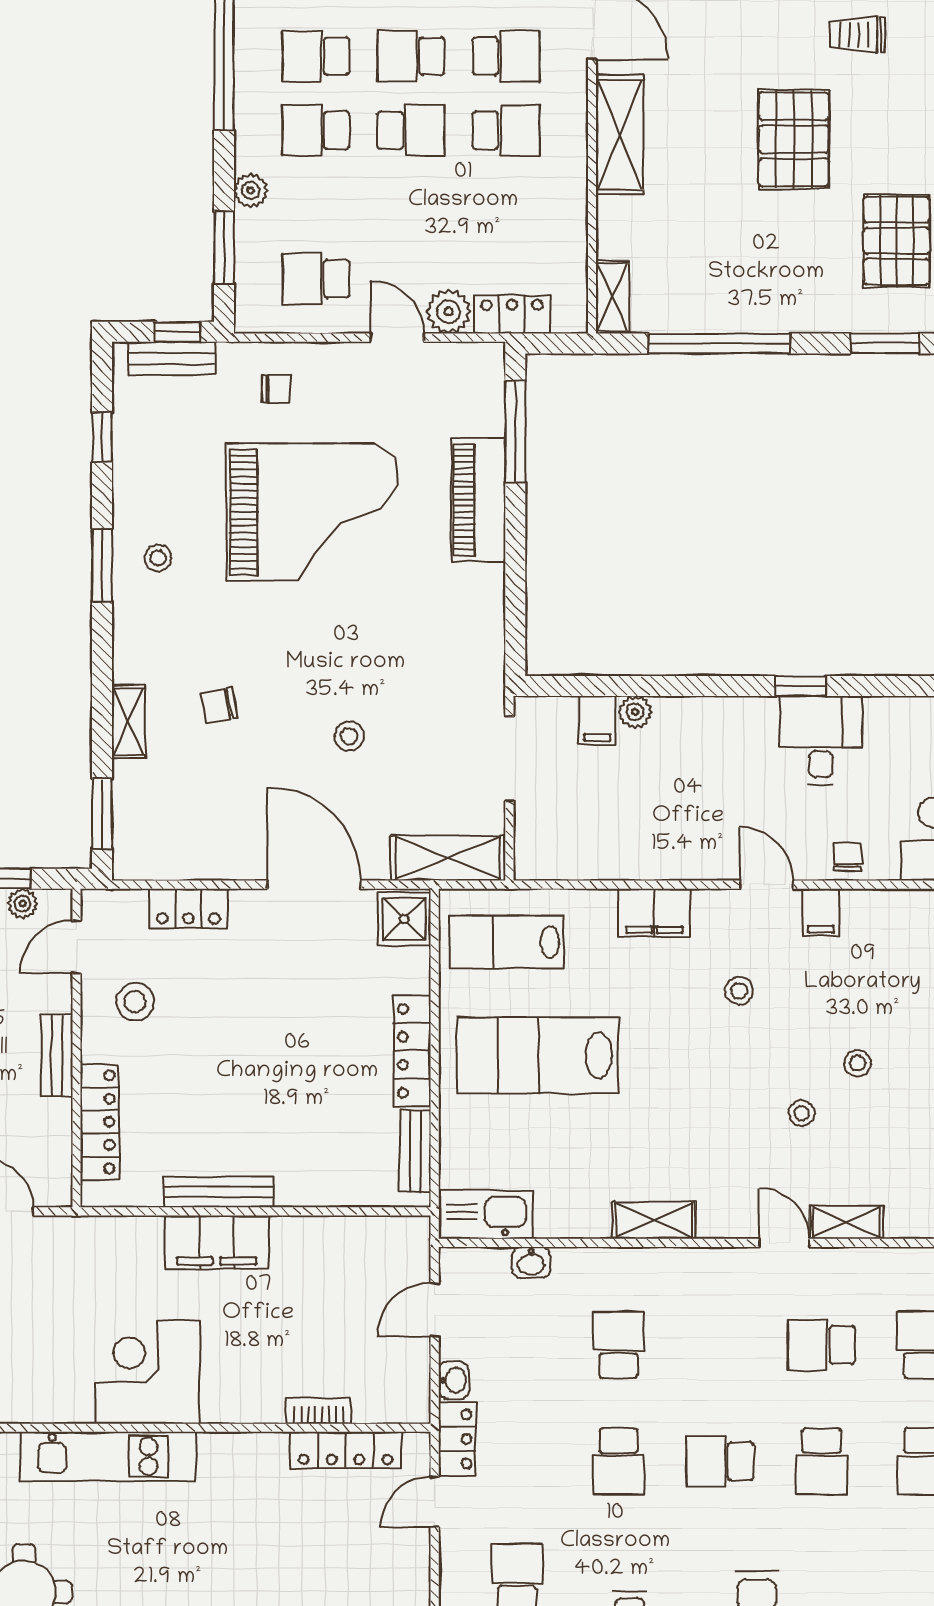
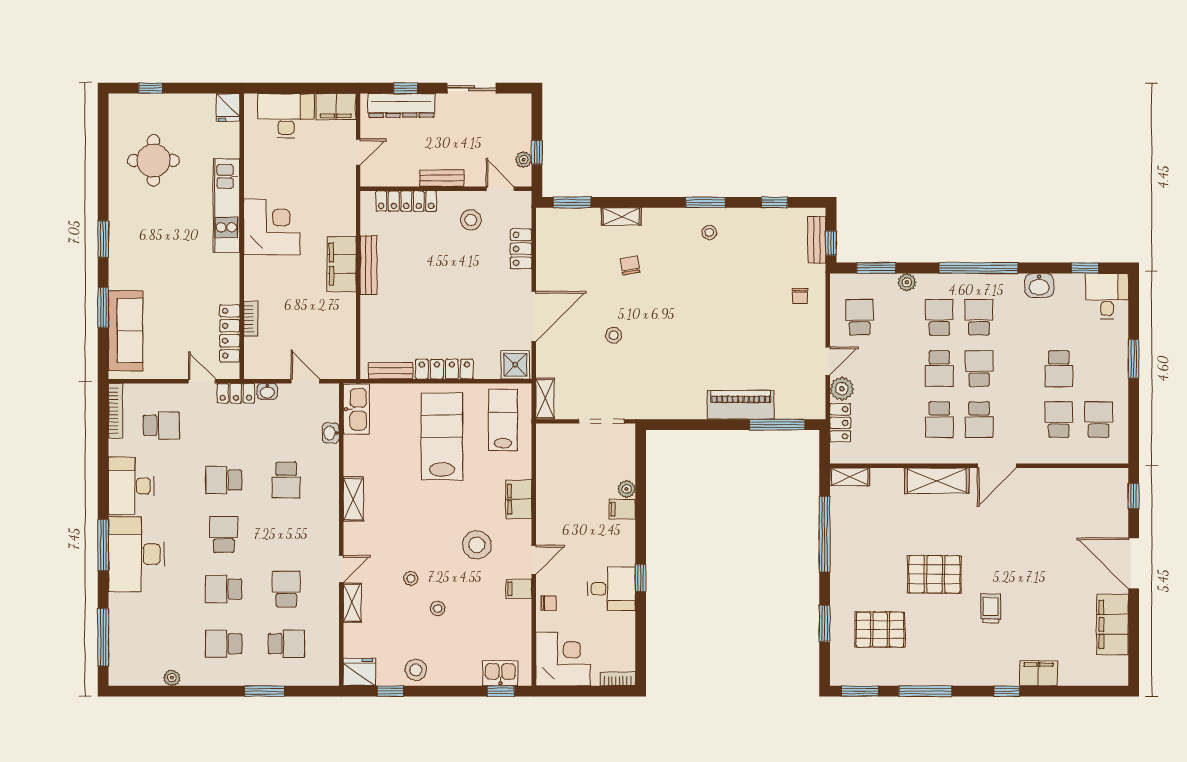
grand piano: (312, 512) -> (734, 315), removed
filing cabinet: (597, 720) -> (622, 509), moved
shelving: (448, 858) -> (545, 398), width x0.67, depth x0.75
stool: (739, 991) -> (477, 545), width x1.89, depth x1.89
school desk: (618, 1345) -> (286, 480), turned 90

